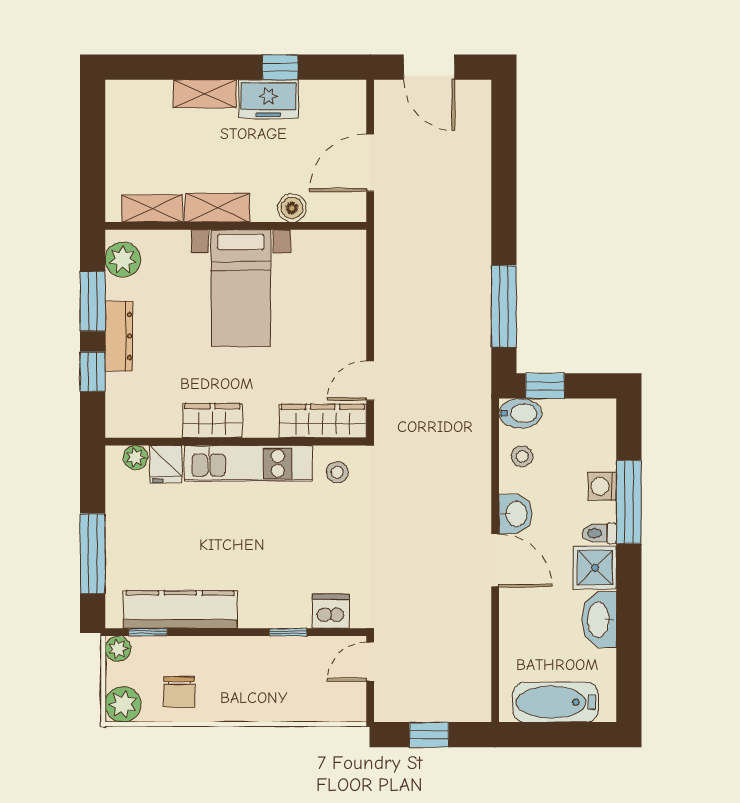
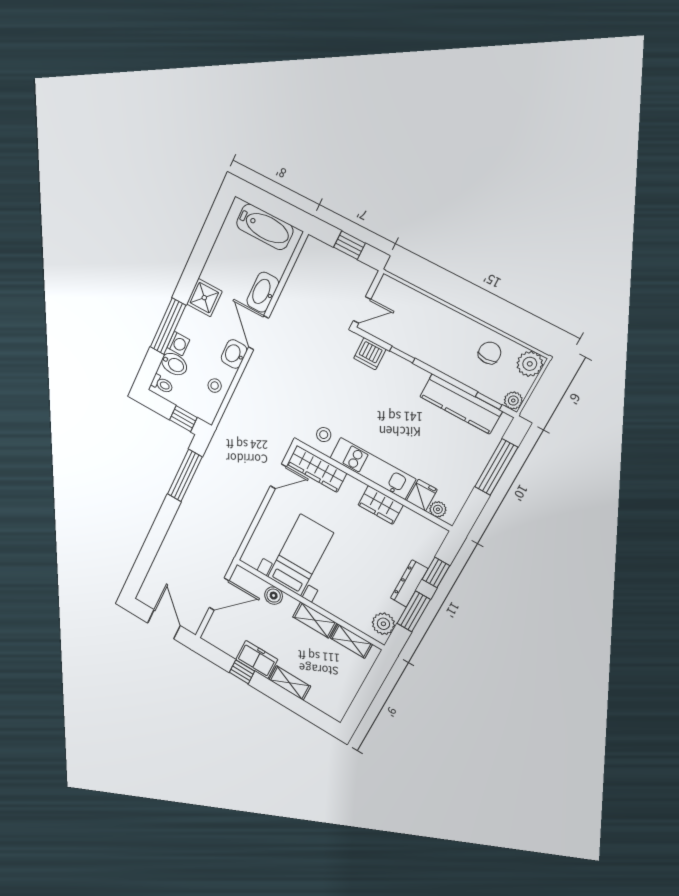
bed with nightstands: (241, 288) -> (300, 555), moved
bidet: (520, 413) -> (174, 364), moved, turned 180
toilet: (599, 533) -> (162, 384), moved
washbasin: (599, 620) -> (263, 292), moved, turned 180

